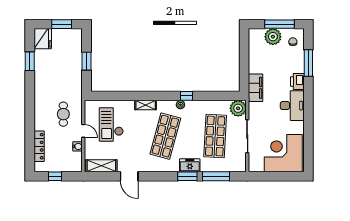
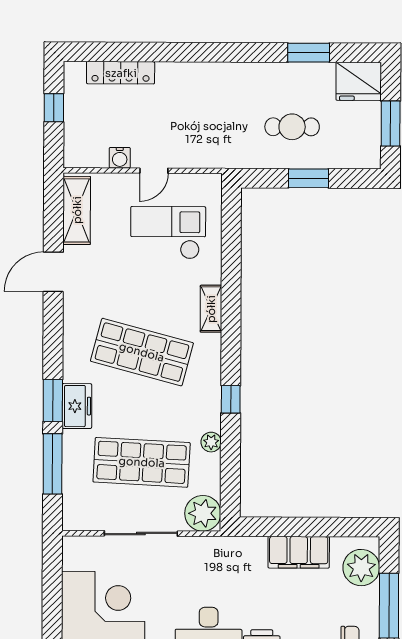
plant: (273, 37) -> (361, 568), moved
filing cabinet: (256, 88) -> (299, 552), moved
plant: (180, 105) -> (211, 442), moved
cafe table: (63, 114) -> (292, 127), moved

